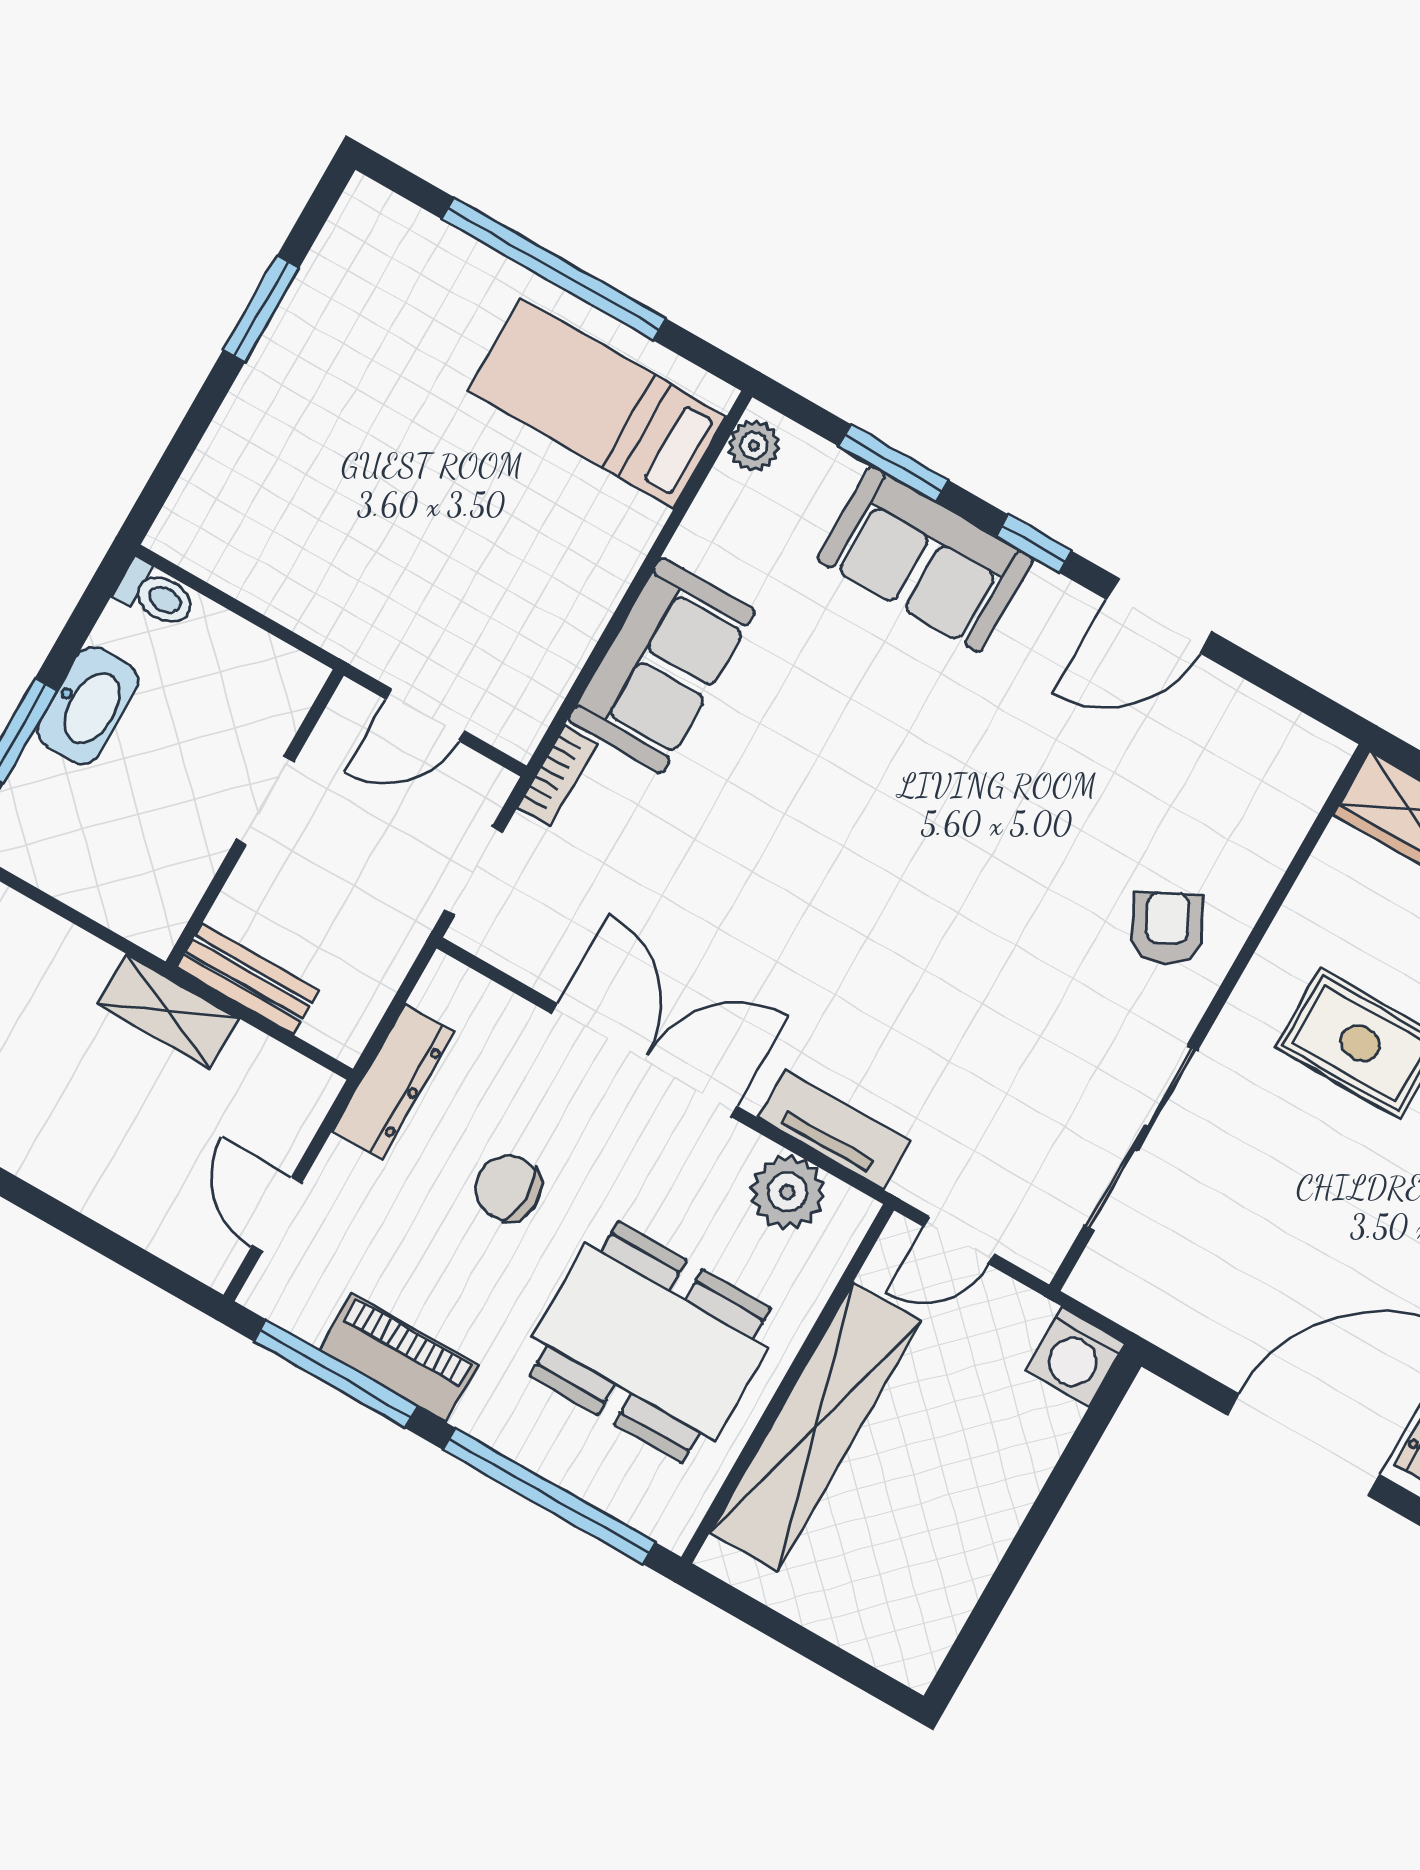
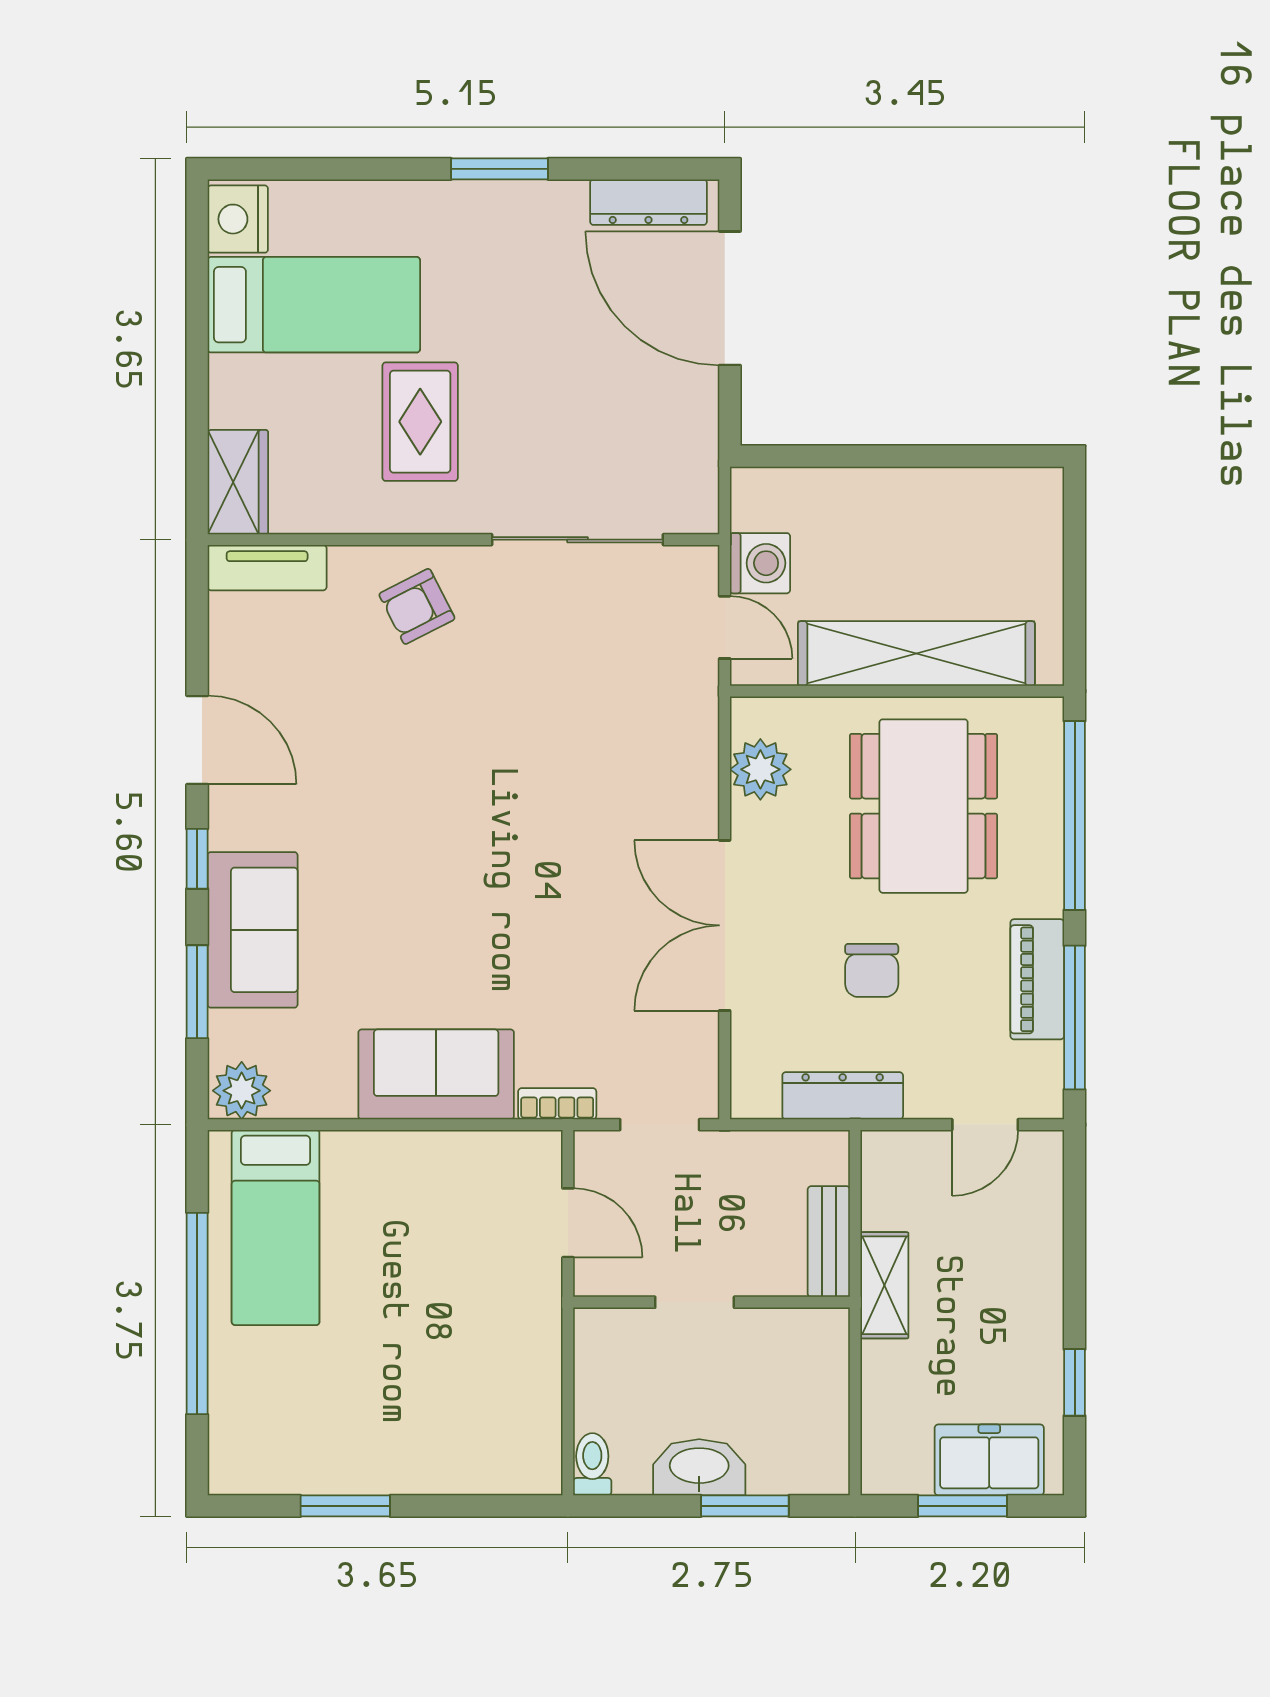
plant: (754, 446) -> (242, 1091), width x1.38, depth x1.38
tv unit: (834, 1130) -> (267, 568), moved, turned -90
washing machine: (1076, 1357) -> (760, 563), moved

